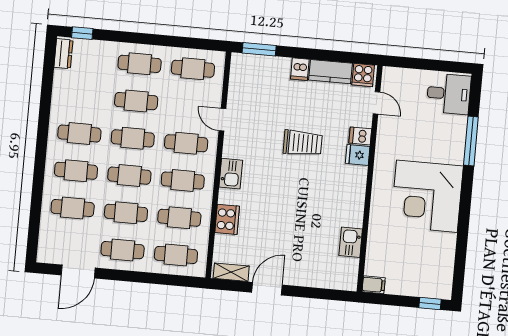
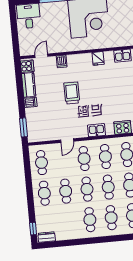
fridge: (358, 155) -> (98, 58), moved

